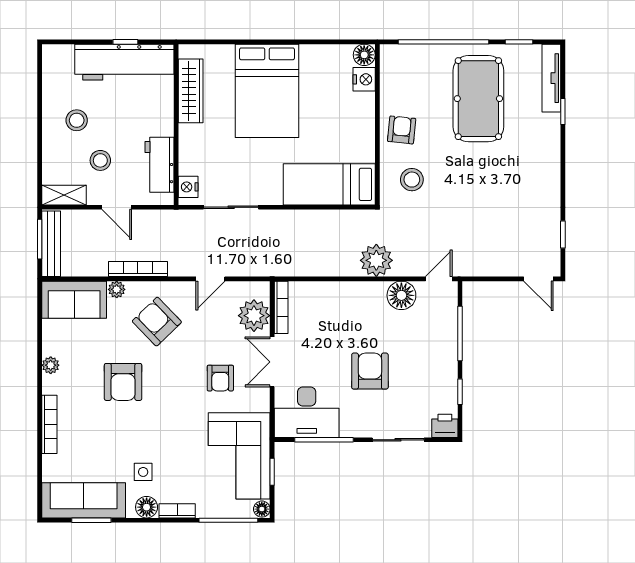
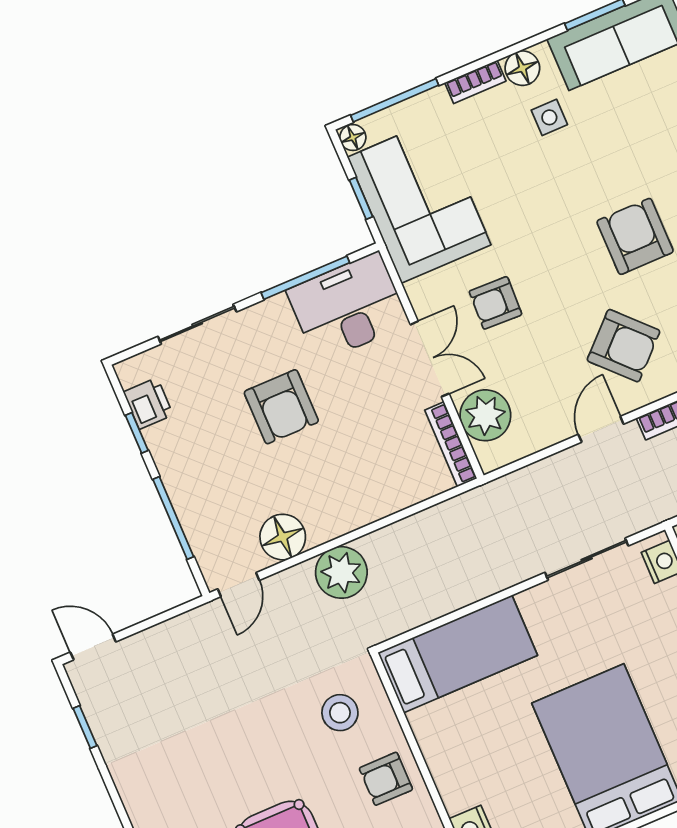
armchair: (402, 130) -> (386, 779), turned 84
door: (210, 279) -> (601, 429), moved
armchair: (220, 378) -> (495, 303), turned -88
printer: (445, 426) -> (148, 403), moved, turned -90

